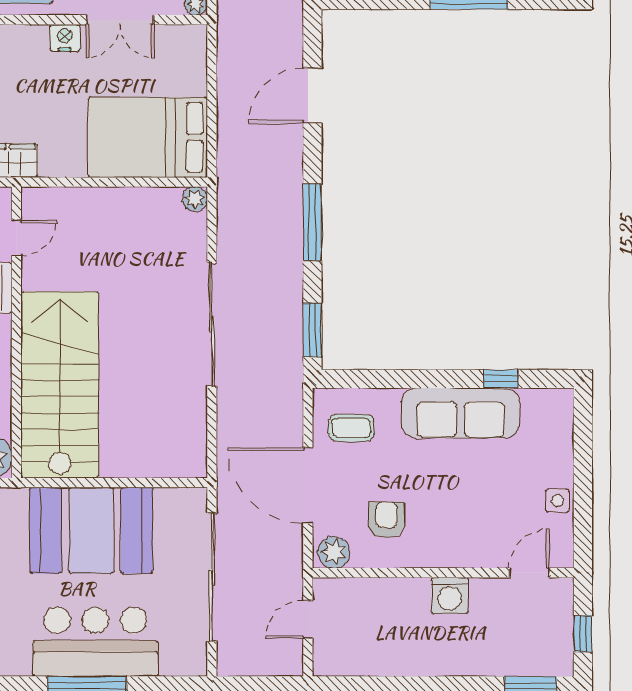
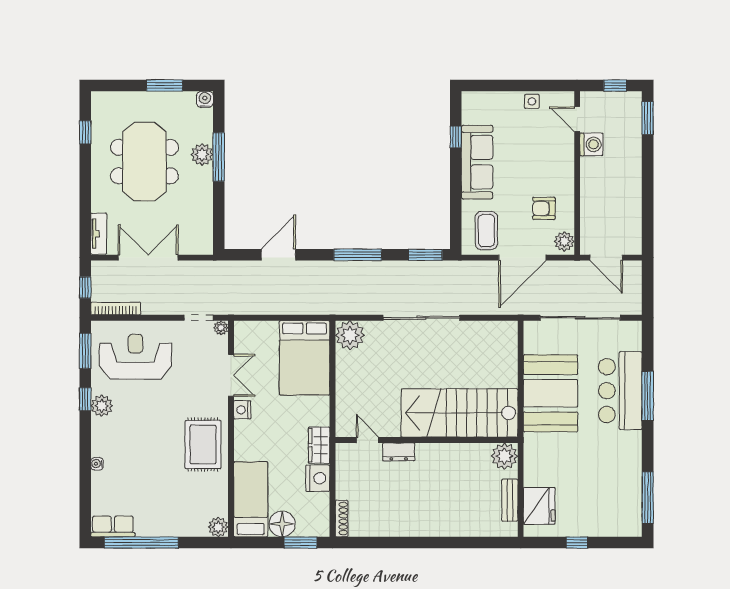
door: (312, 96) -> (278, 255), swing flipped
plant: (195, 199) -> (350, 335), width x1.88, depth x1.88
coffee table: (351, 428) -> (486, 231), width x1.36, depth x1.30
washing machine: (450, 596) -> (591, 144), moved
door: (308, 619) -> (606, 258), width x1.38

